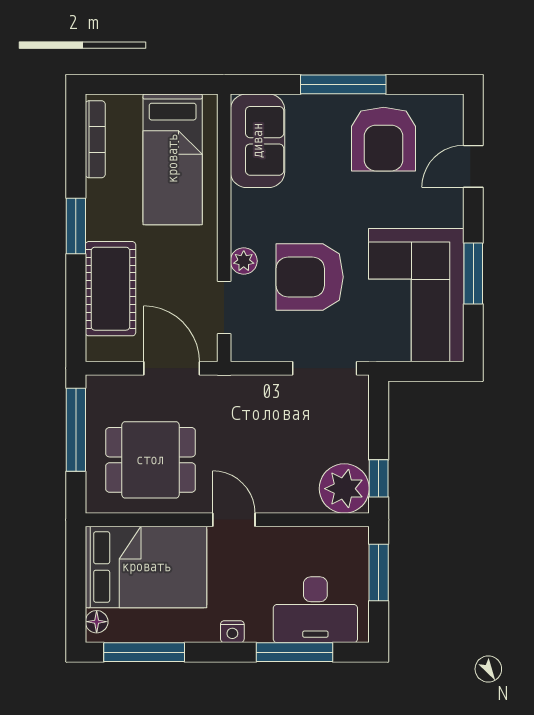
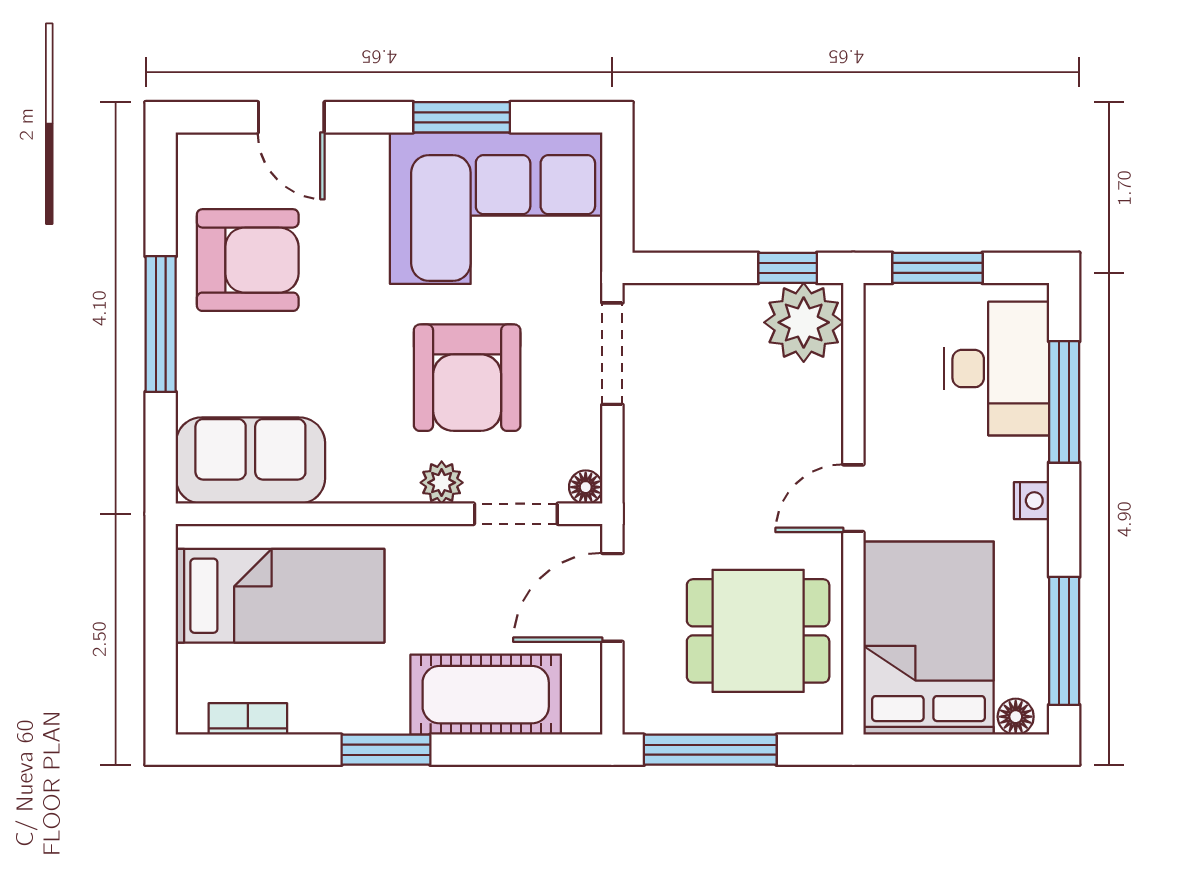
bookcase: (95, 139) -> (248, 719), width x0.64
floor lamp: (241, 352) -> (586, 487), added
dining table: (150, 460) -> (758, 631), turned 90

